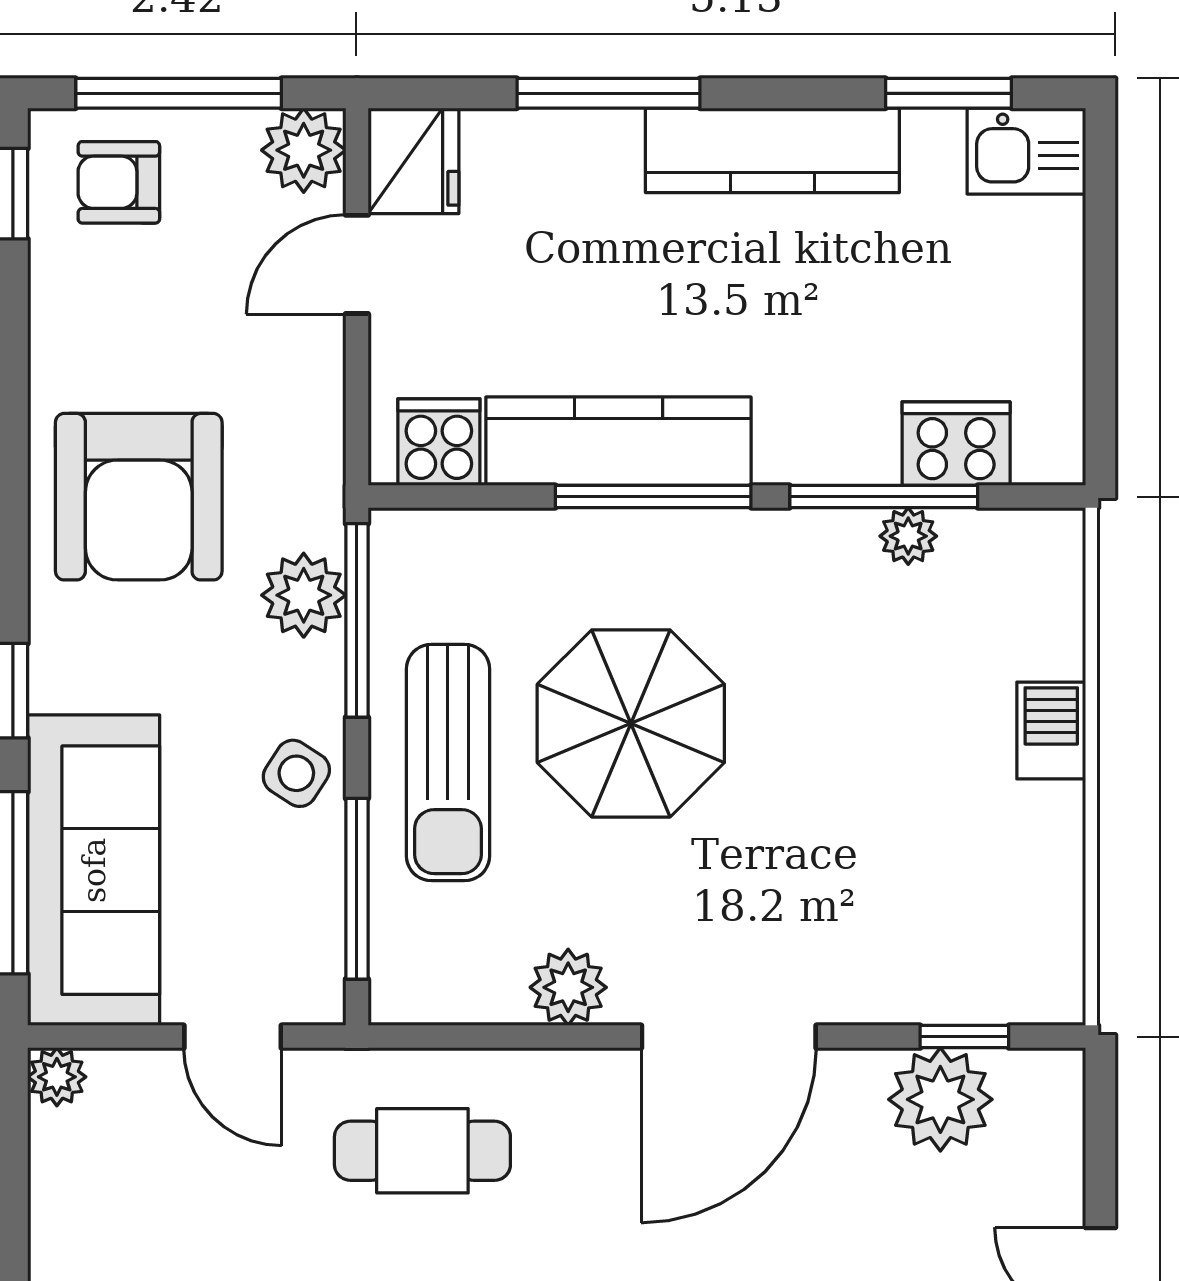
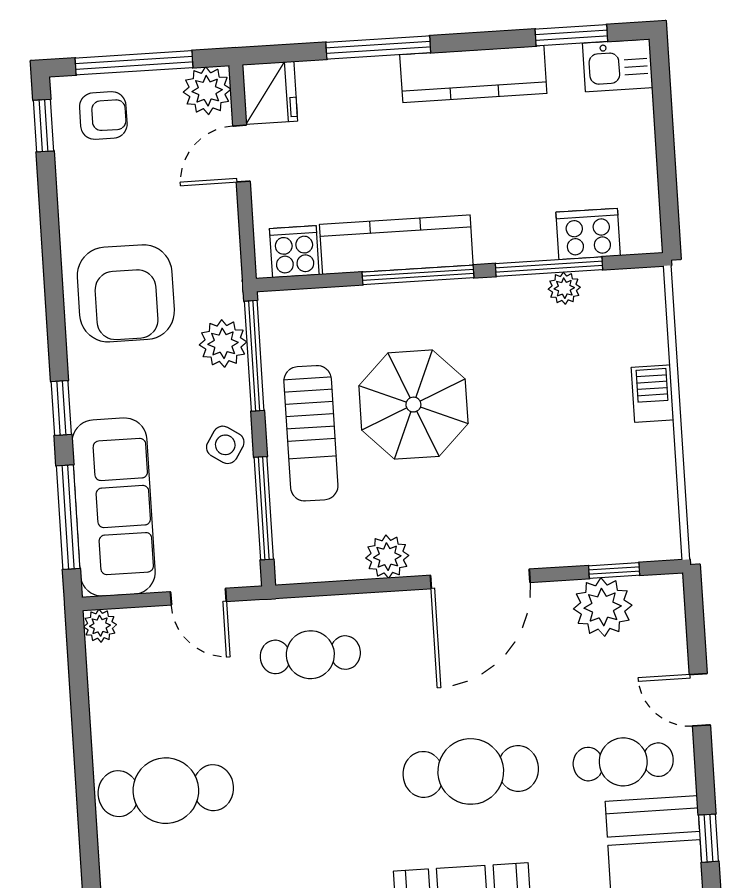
armchair: (119, 182) -> (103, 116), turned 180

